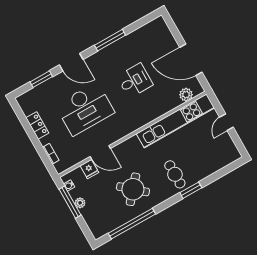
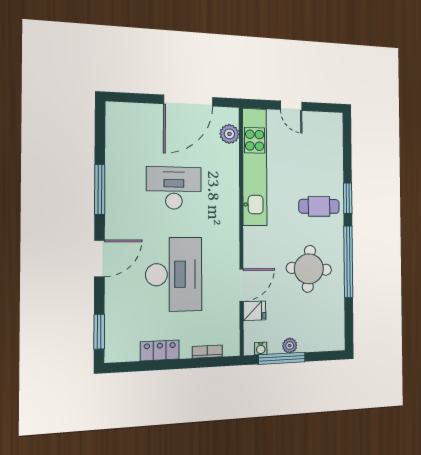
window: (41, 79) -> (99, 332), moved
desk: (135, 81) -> (174, 188), width x1.37
round table: (133, 189) -> (309, 269), turned -37
window: (132, 224) -> (348, 262), moved

